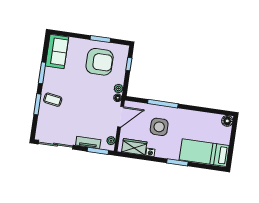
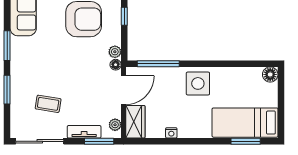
coffee table: (53, 100) -> (48, 104), moved
window: (163, 104) -> (158, 64), moved
side table: (159, 127) -> (198, 83), moved
wardrobe: (134, 147) -> (135, 122), moved, turned 90
window: (177, 162) -> (246, 141), moved

